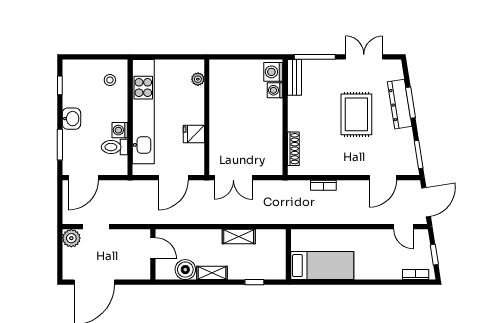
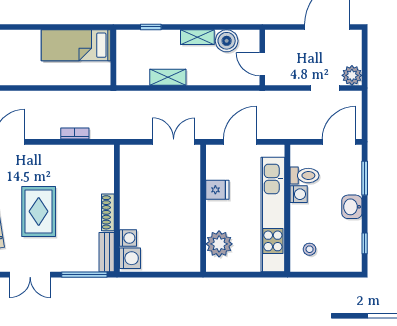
plant: (198, 79) -> (219, 244), width x1.88, depth x1.88
shoe rack: (293, 149) -> (108, 212), moved

